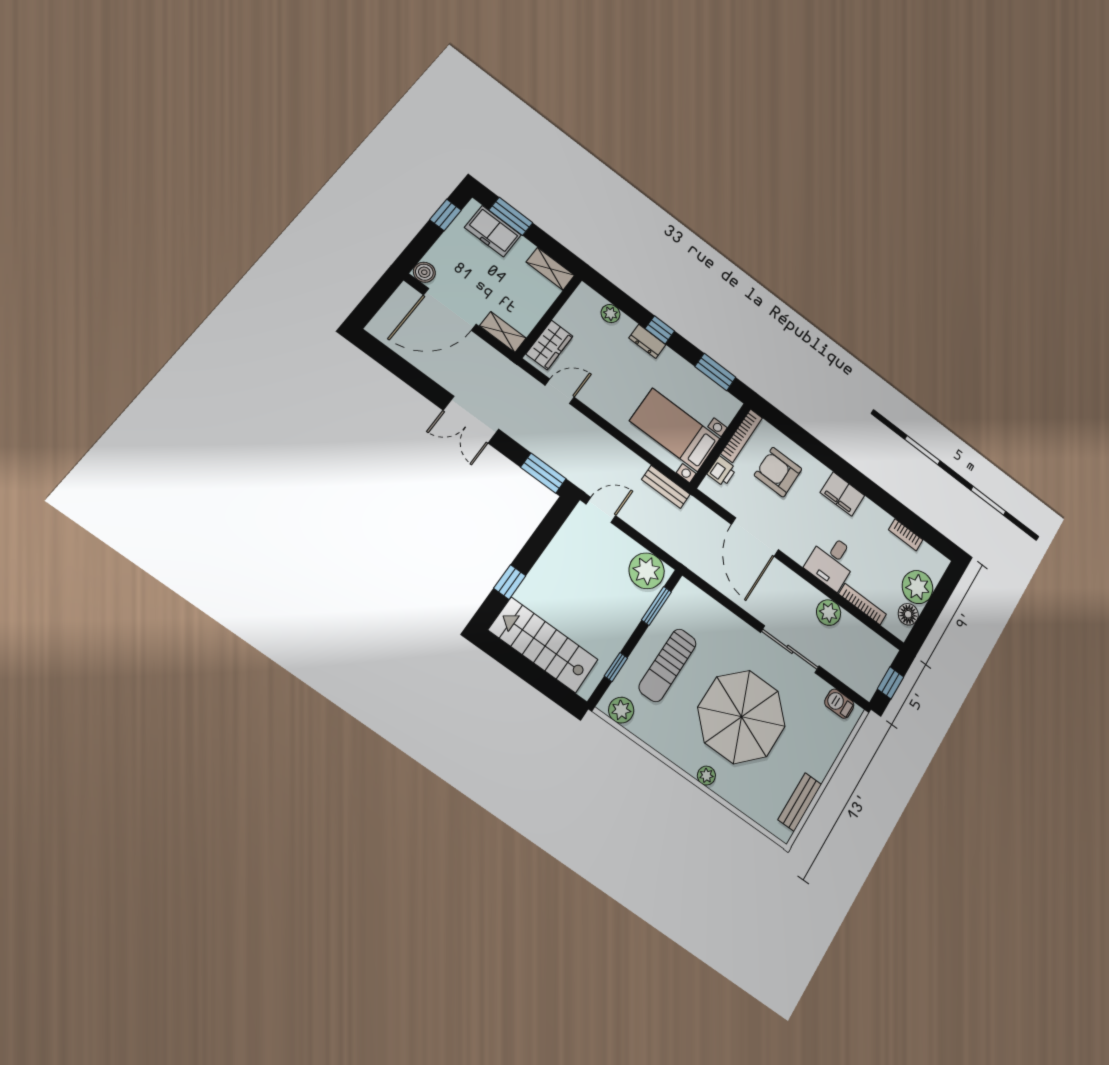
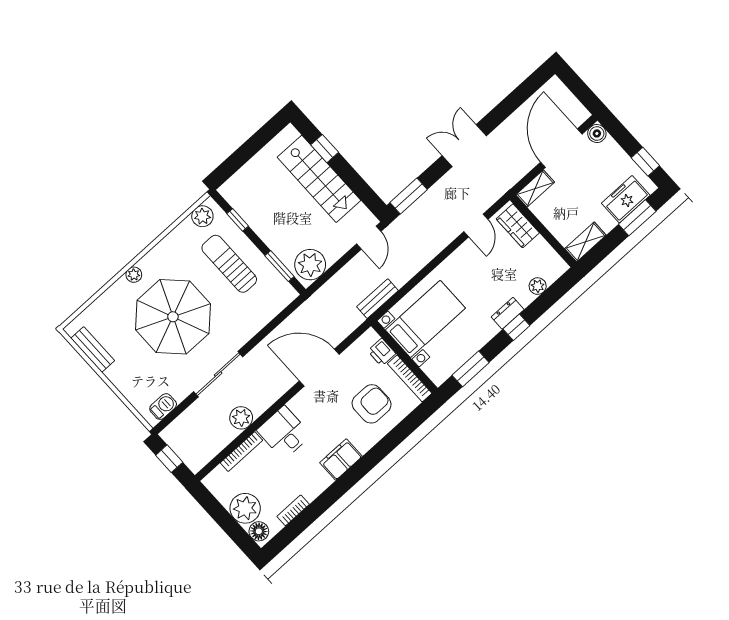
floor lamp: (908, 614) -> (259, 531), moved
stairs: (543, 645) -> (319, 179), moved, turned 90

